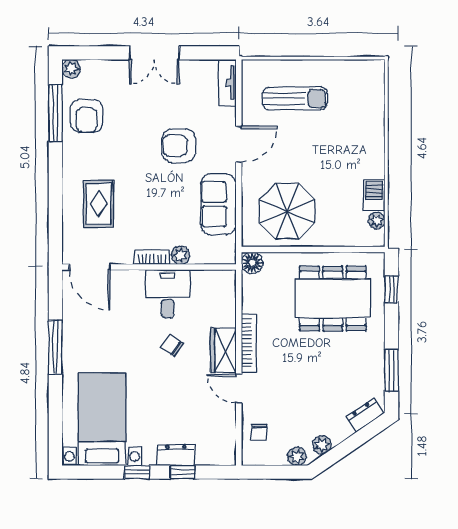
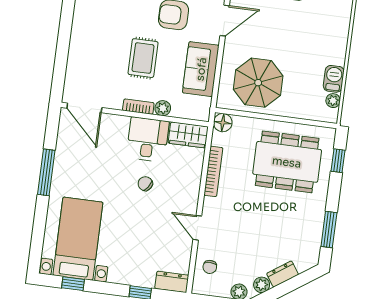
rug: (98, 204) -> (143, 58), moved
bookcase: (249, 343) -> (213, 171), moved
wardrobe: (223, 350) -> (188, 135), moved, turned -90
dresser: (365, 415) -> (283, 274), moved
dresser: (176, 455) -> (172, 282), moved
window: (137, 472) -> (73, 284), moved

